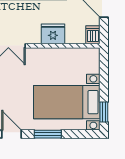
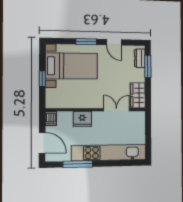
window: (104, 112) -> (42, 79), moved

